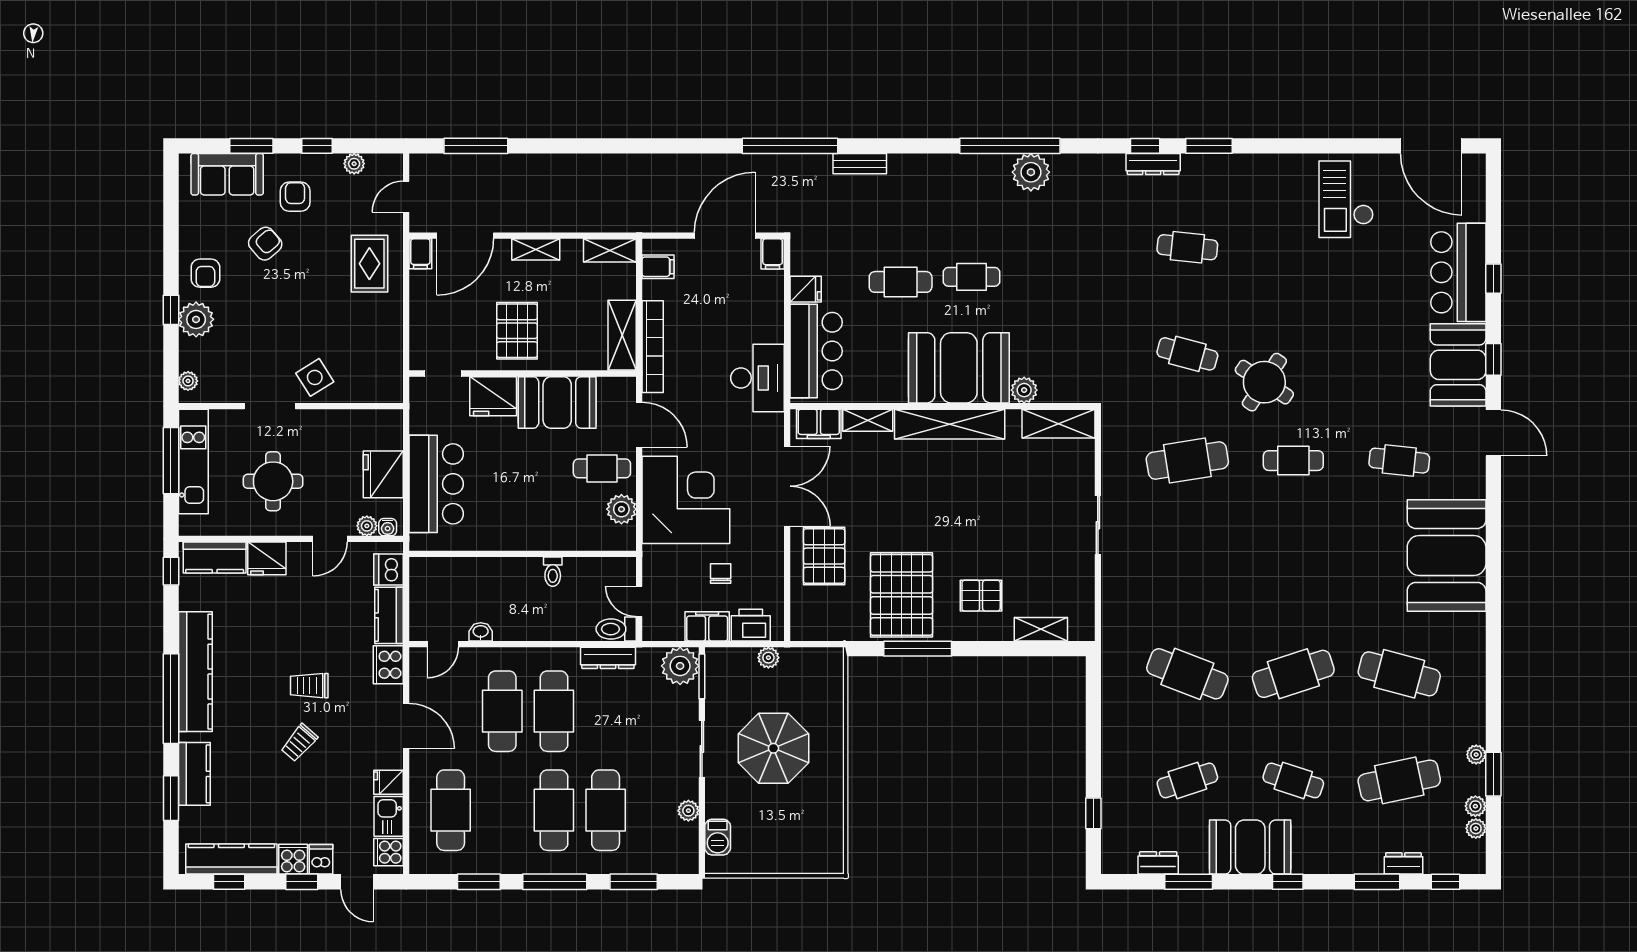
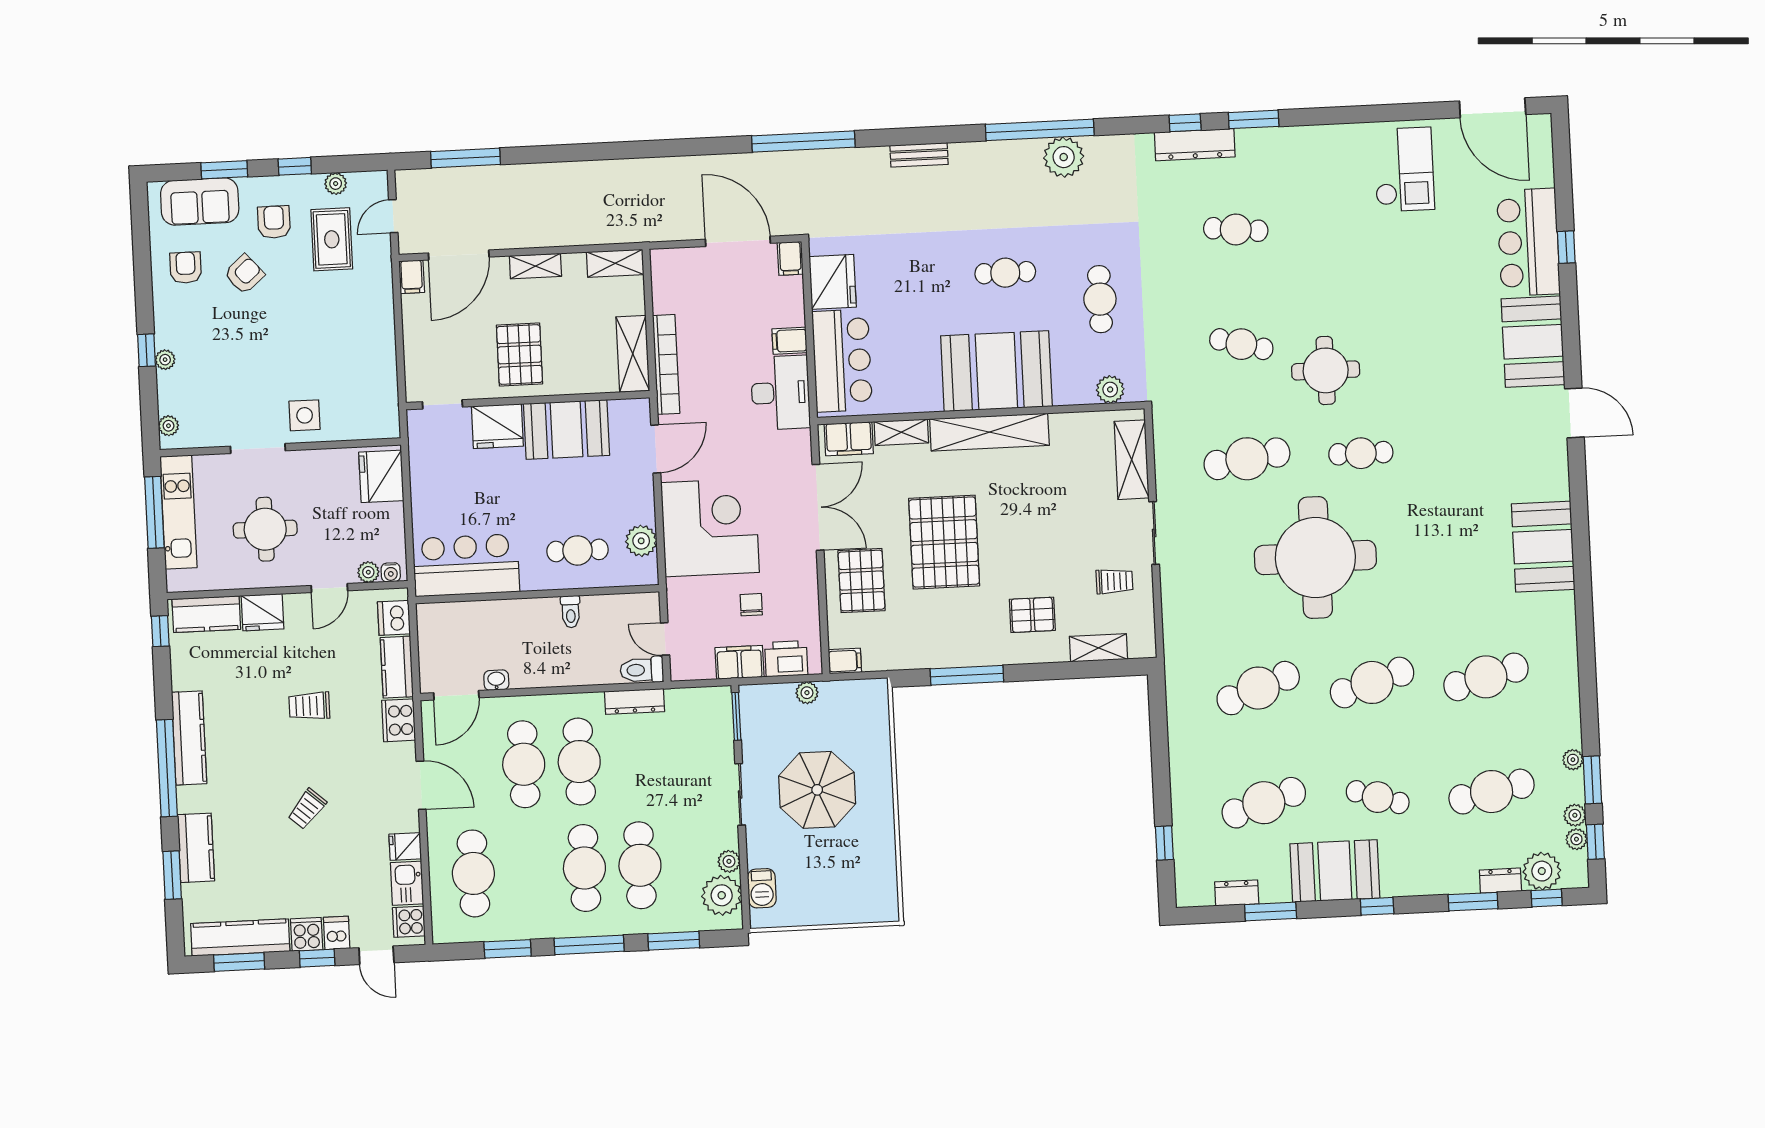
bench: (860, 164) -> (919, 155), moved
dresser: (1153, 164) -> (1195, 145), width x1.37, depth x1.24
checkout: (1346, 199) -> (1404, 169), turned 180
door: (725, 236) -> (738, 241), hinge flipped
rug: (369, 264) -> (332, 239), moved
filing cabinet: (658, 267) -> (790, 341), moved, turned 180
armchair: (205, 273) -> (186, 268), moved, turned 180
cafe table: (901, 282) -> (1100, 299), moved, turned 90
fridge: (806, 289) -> (833, 282), width x1.88, depth x1.34
plant: (196, 319) -> (165, 360), width x0.53, depth x0.53
window: (1493, 359) -> (1595, 842), moved
side table: (315, 377) -> (305, 415), turned 32
round table: (1264, 382) -> (1326, 370), turned -33
plant: (1024, 390) -> (1110, 390), moved
shelving: (1058, 424) -> (1132, 460), moved, turned 90
door: (639, 425) -> (656, 449), hinge flipped
cafe table: (1399, 461) -> (1475, 448), removed
cafe table: (602, 468) -> (578, 550), moved
fridge: (383, 474) -> (381, 476), moved
bar counter: (436, 484) -> (466, 565), moved, turned -90
round table: (1246, 555) -> (1315, 558), added
booth: (1447, 555) -> (1543, 547), width x0.73, depth x0.70
trolley: (1059, 568) -> (1114, 581), added
pallet: (902, 595) -> (944, 542), moved
filing cabinet: (805, 630) -> (845, 661), added
door: (443, 644) -> (456, 695), width x1.37
plant: (680, 666) -> (722, 895), moved
kitchen counter: (195, 672) -> (189, 738), width x0.72, depth x0.86
cafe table: (1187, 674) -> (1258, 688), turned -42
cafe table: (1399, 674) -> (1486, 677), turned -30
trolley: (309, 686) -> (309, 706), moved
cafe table: (1187, 780) -> (1264, 803), width x1.37, depth x1.35
plant: (1442, 857) -> (1542, 871), added
window: (229, 882) -> (239, 962), width x1.50

